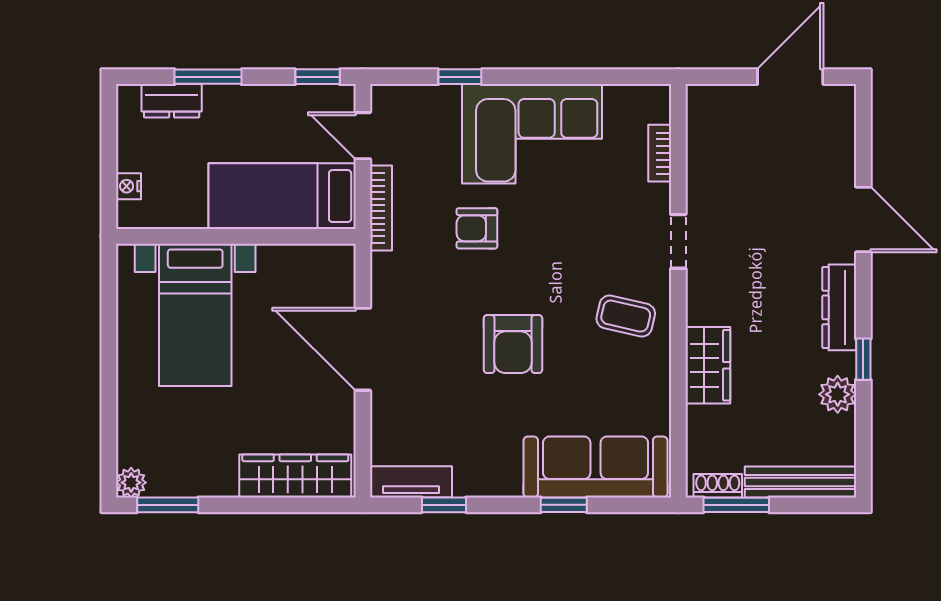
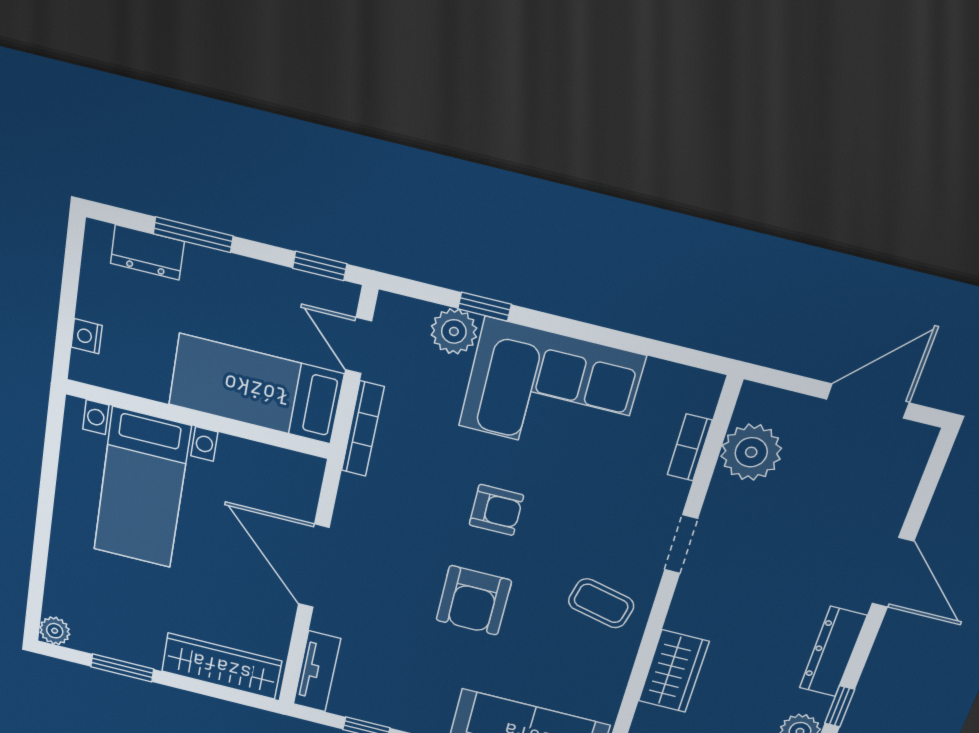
plant: (440, 104) -> (454, 331), added
plant: (711, 144) -> (751, 452), added
armchair: (477, 228) -> (496, 510), moved, turned 180
tv unit: (411, 482) -> (317, 672), moved, turned 90
window: (168, 505) -> (122, 668), moved

